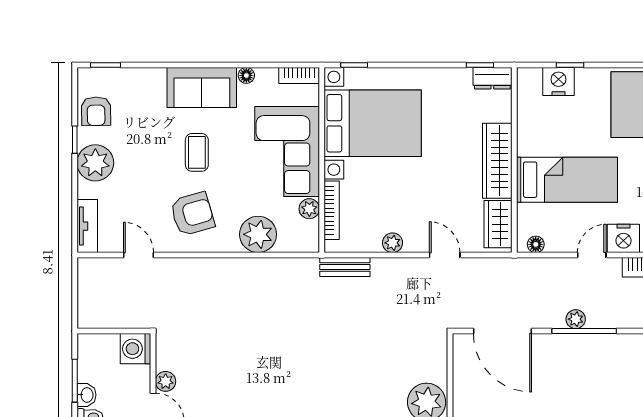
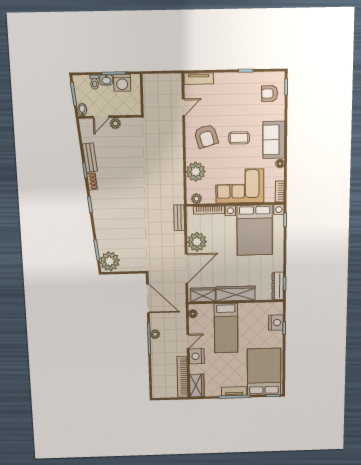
dresser: (492, 78) -> (278, 286), width x1.44
armchair: (96, 111) -> (270, 94), moved
plant: (95, 163) -> (233, 82), removed
plant: (309, 209) -> (197, 199), moved
plant: (393, 243) -> (197, 242), width x1.87, depth x1.87
door: (445, 255) -> (186, 268), width x1.87
door: (592, 255) -> (188, 341), hinge flipped
door: (502, 331) -> (148, 298), swing flipped
washing machine: (136, 349) -> (122, 83), moved, turned 180

